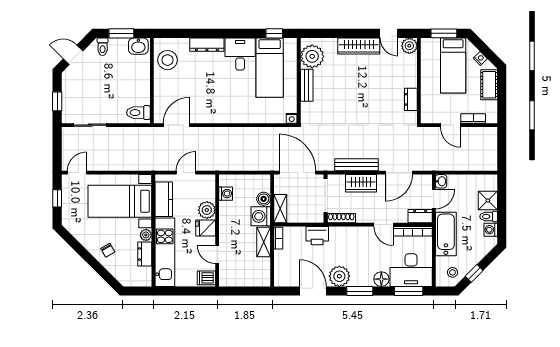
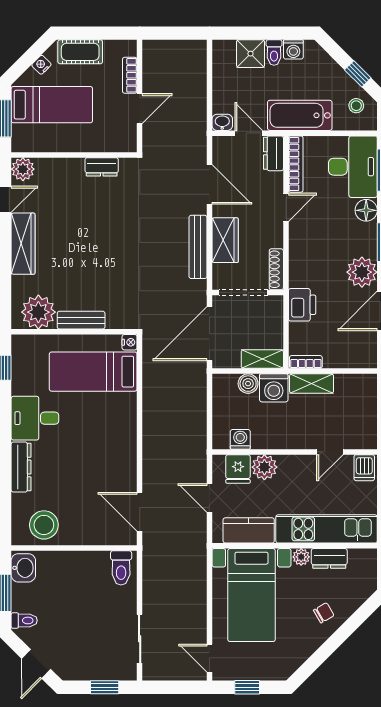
bed: (270, 68) -> (93, 372), moved, turned 180
fridge: (206, 228) -> (238, 469), moved

